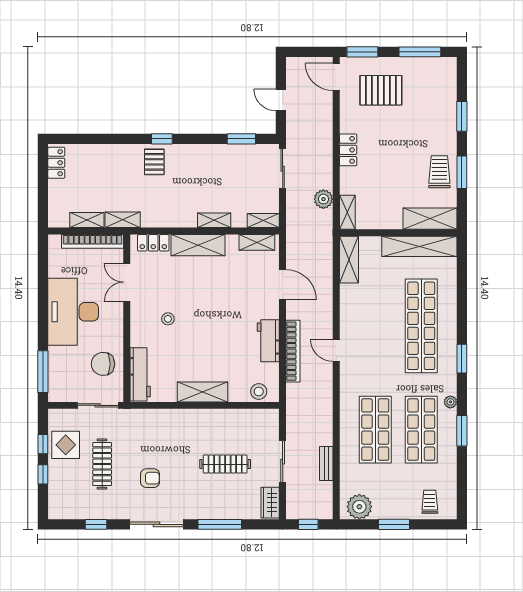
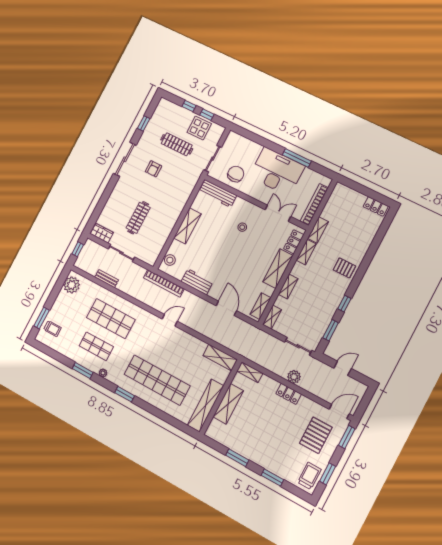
window: (420, 52) -> (328, 474), width x0.69
window: (162, 139) -> (344, 304), moved
trolley: (439, 172) -> (309, 476), moved, turned -90
plant: (323, 199) -> (294, 377), moved
shelving: (430, 219) -> (228, 404), moved
shelving: (87, 220) -> (306, 252), moved
door: (283, 285) -> (226, 308), swing flipped
bookcase: (293, 351) -> (164, 283), moved
window: (43, 372) -> (297, 158), moved
shop shelf: (421, 430) -> (96, 346), width x0.70, depth x0.74
window: (220, 524) -> (105, 197), removed
window: (394, 524) -> (42, 318), moved

